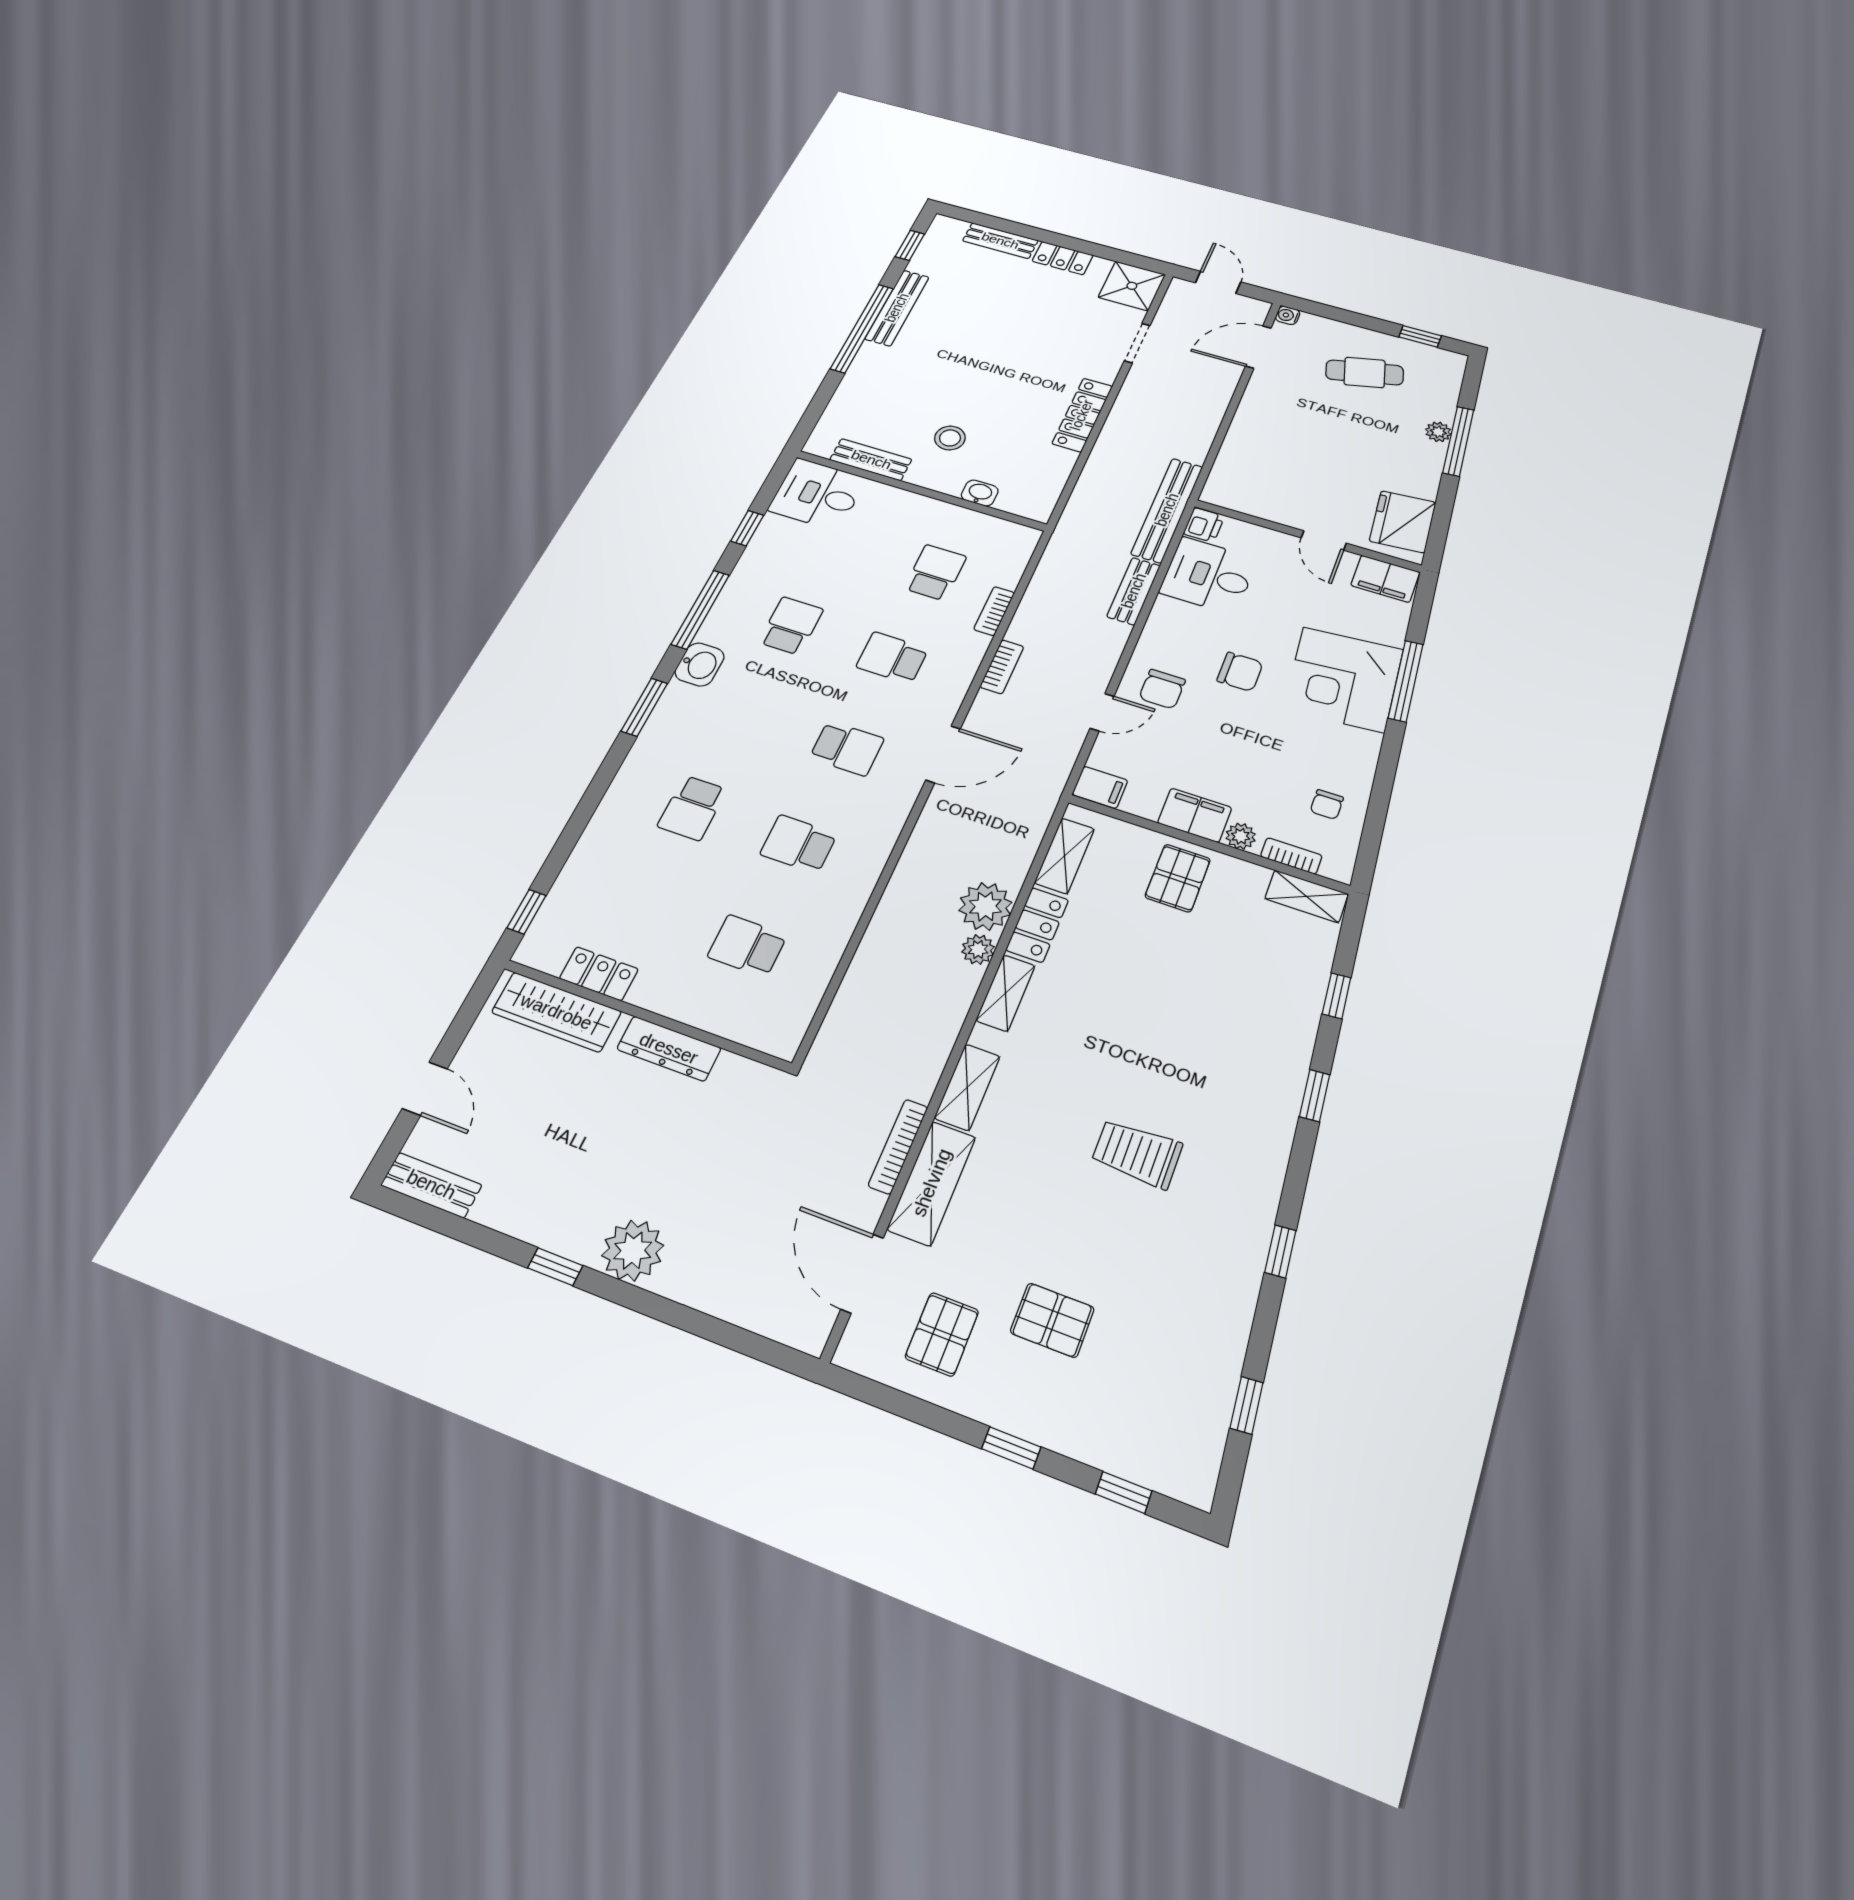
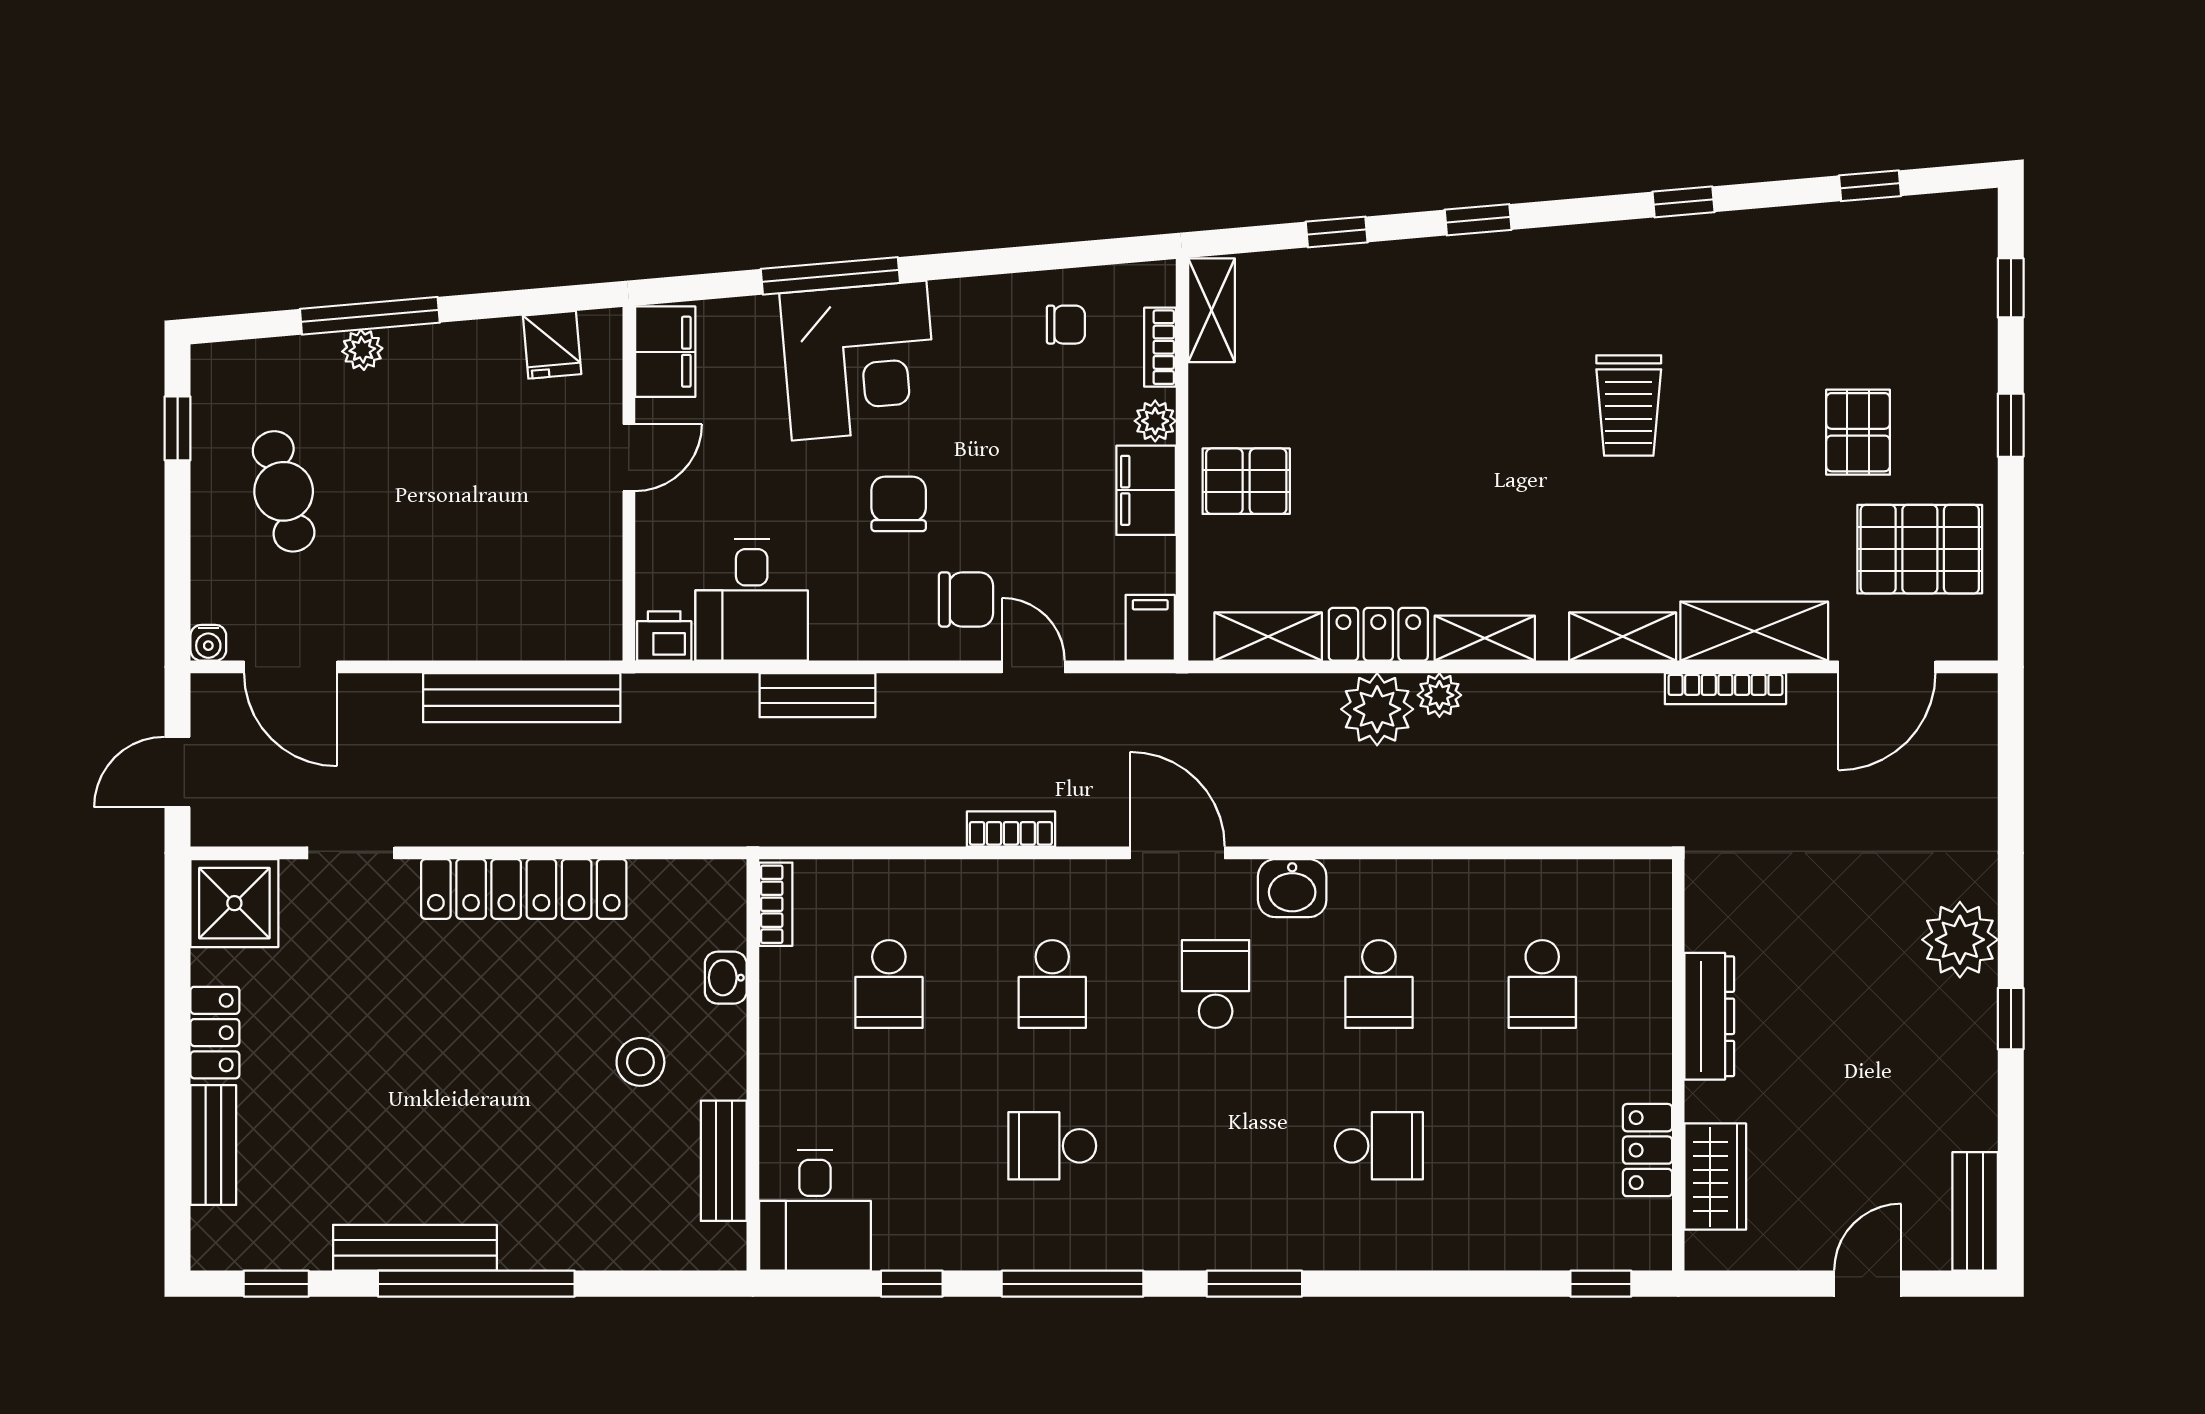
locker: (1082, 415) -> (524, 889), width x1.41, depth x1.21
bench: (1167, 510) -> (522, 698), moved
fridge: (1403, 522) -> (552, 345), width x0.53, depth x0.75
school desk: (935, 573) -> (889, 984), turned -90
bookcase: (994, 611) -> (776, 904), moved, turned -90
washbasin: (700, 664) -> (1292, 888), moved, turned 180
wardrobe: (556, 1012) -> (1715, 1177), width x0.67
pallet: (942, 1334) -> (1920, 549), width x1.50, depth x1.42

